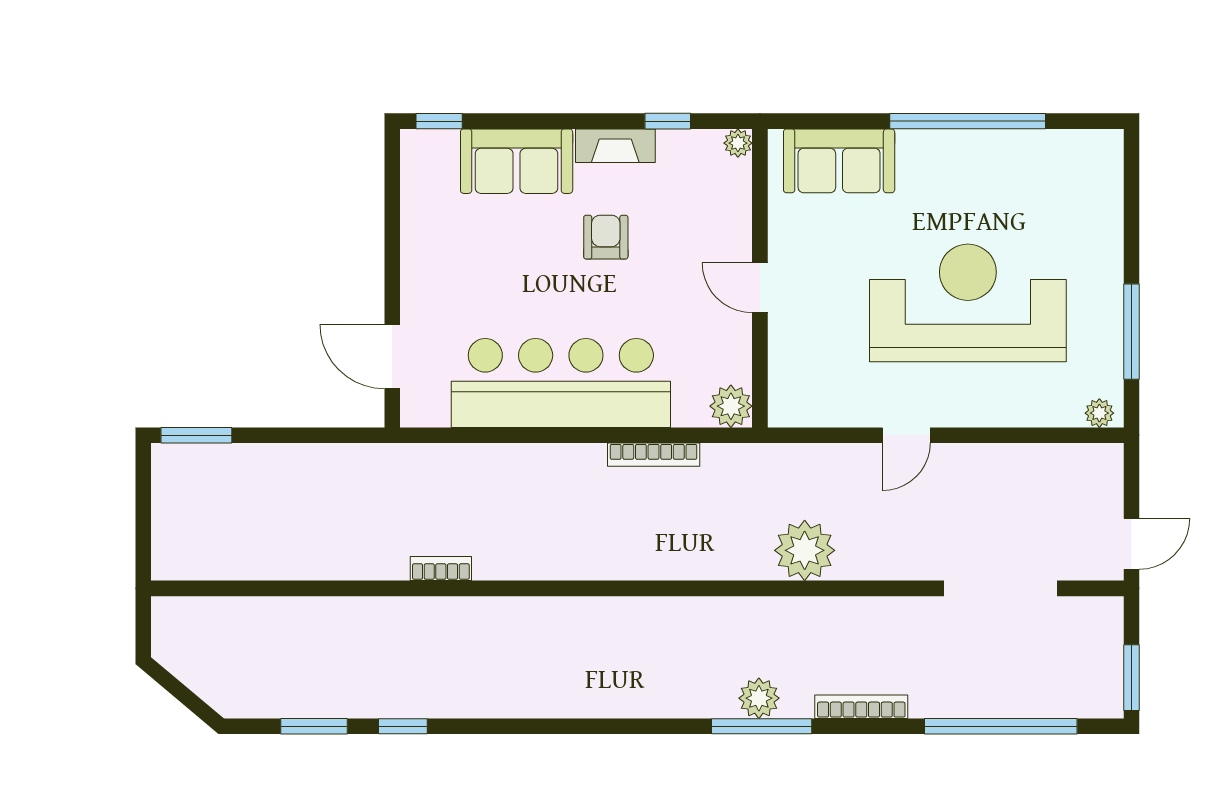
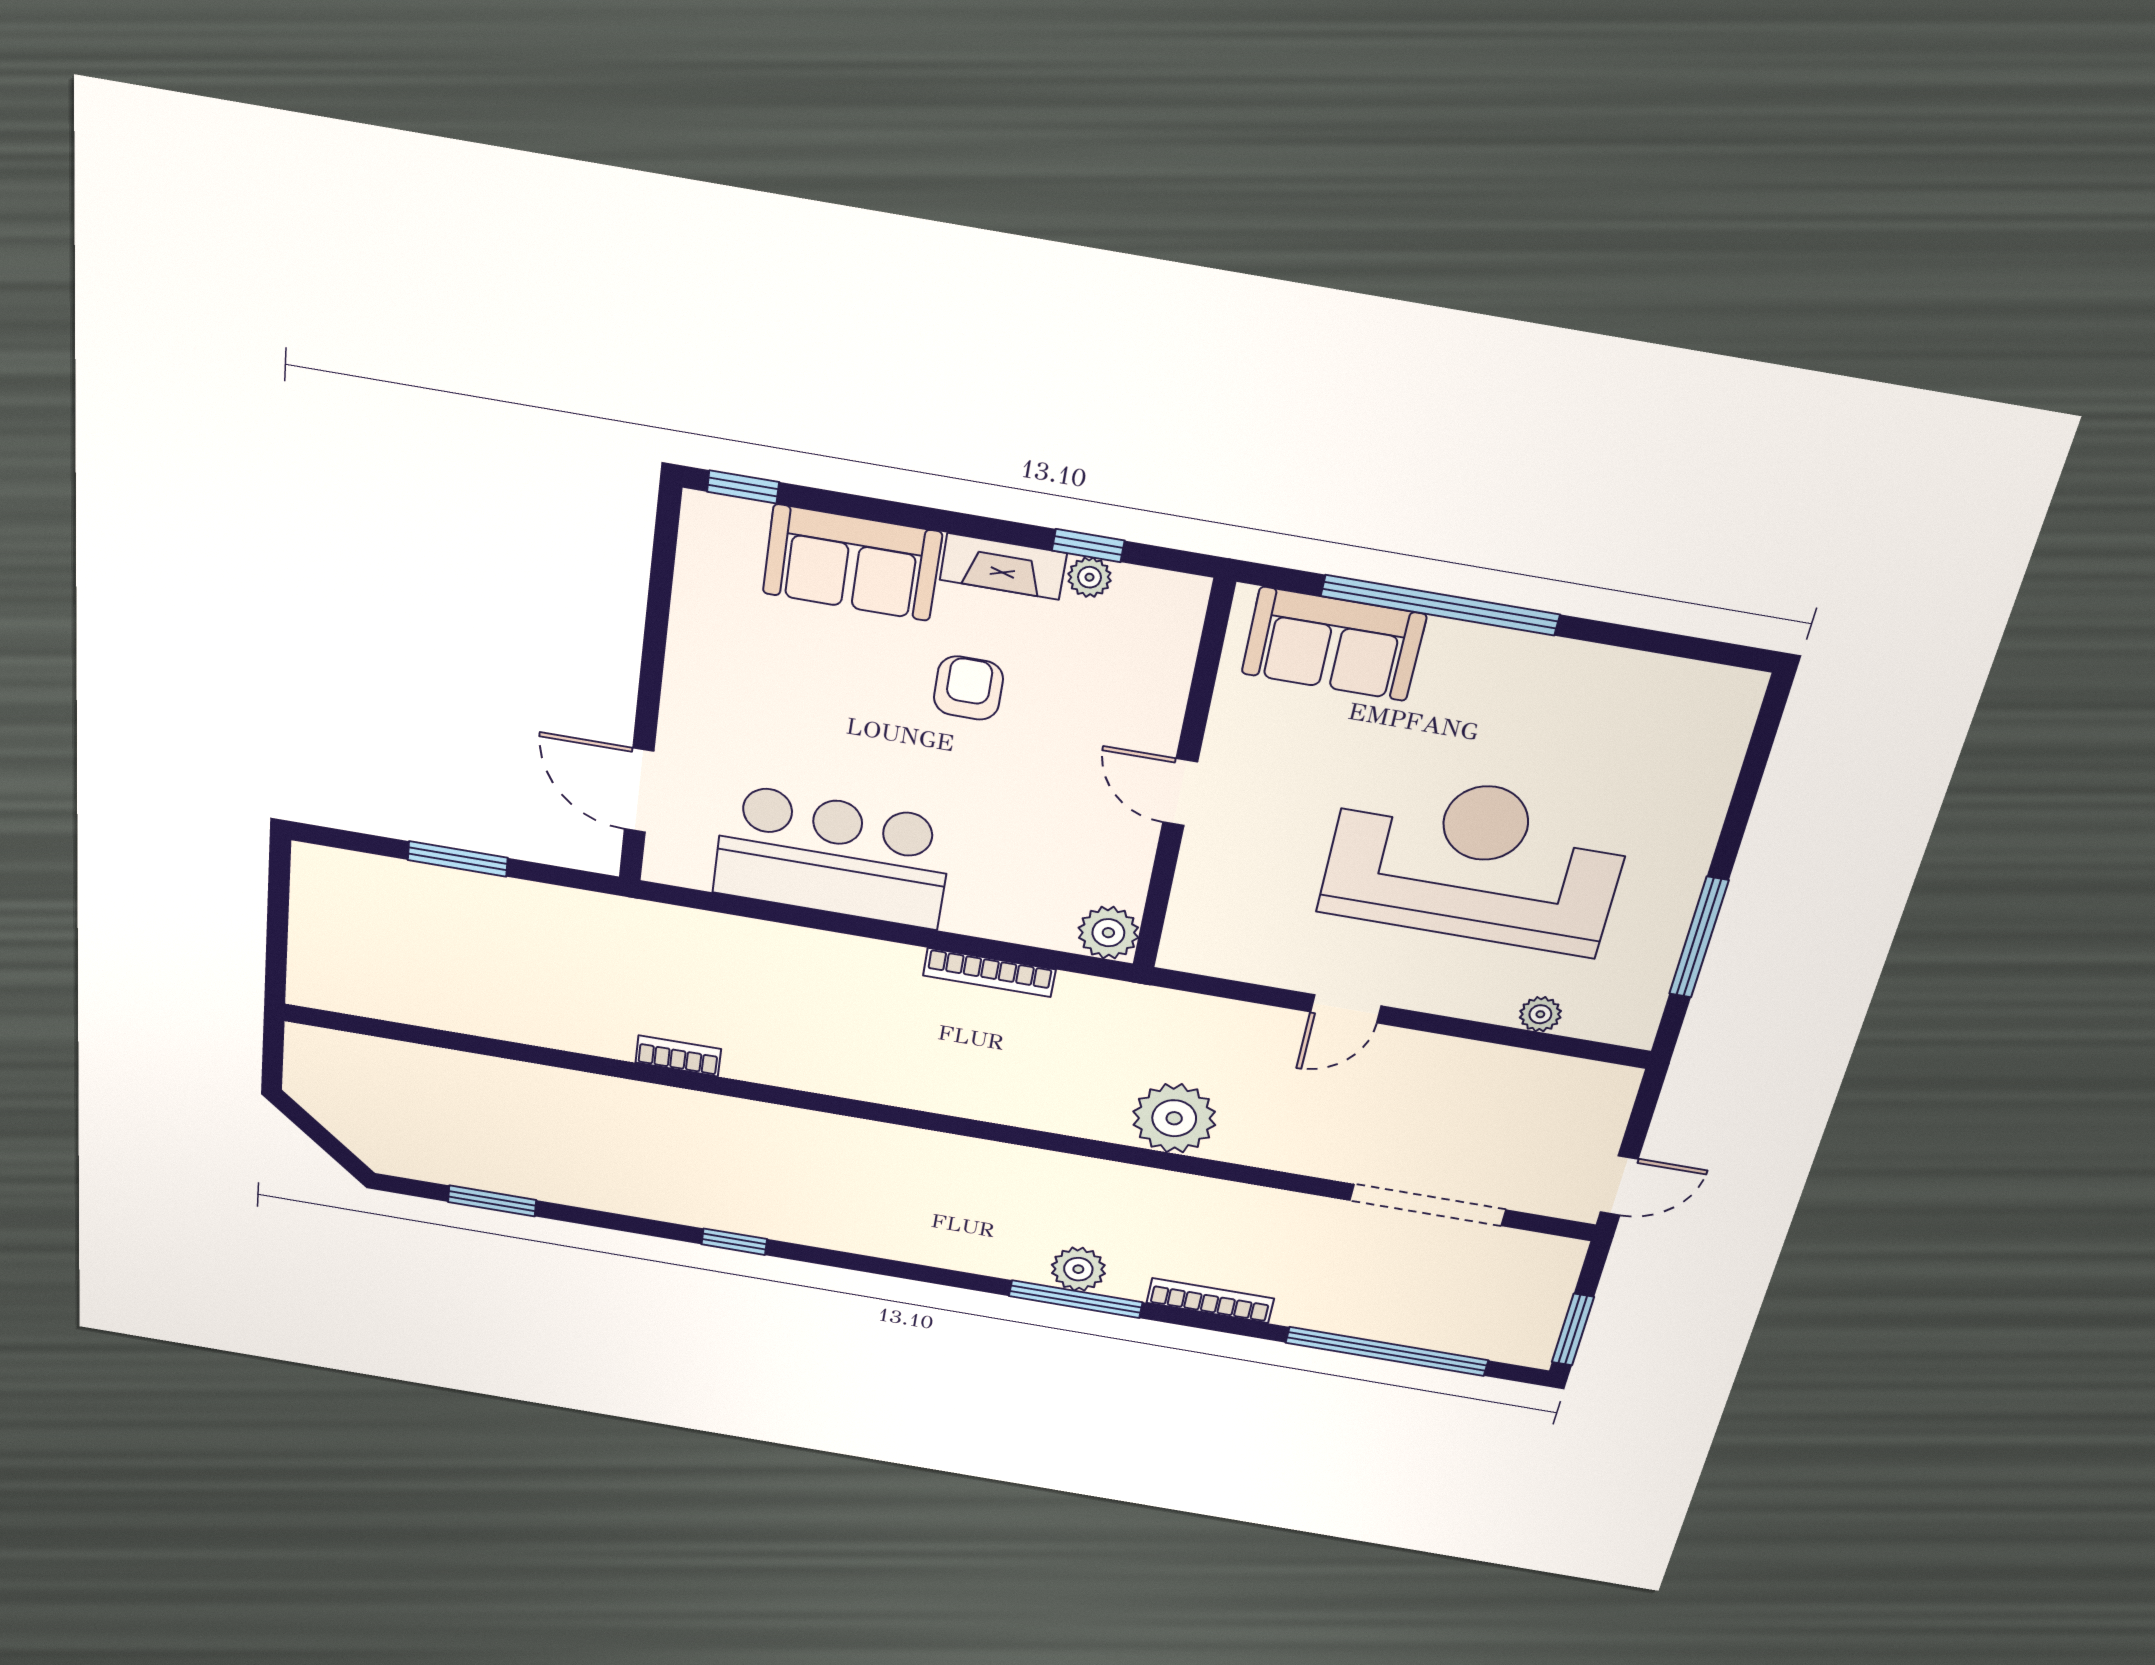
window: (968, 121) -> (1440, 605), moved
plant: (738, 143) -> (1090, 577), moved
bar counter: (561, 383) -> (833, 857), width x0.73
plant: (1099, 413) -> (1540, 1014), moved
window: (196, 435) -> (458, 859), moved
window: (403, 726) -> (734, 1242), moved

